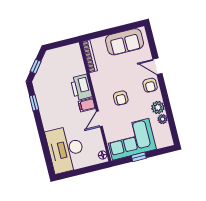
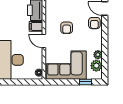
plant: (158, 107) -> (96, 66), moved
door: (99, 119) -> (44, 41), hinge flipped
window: (139, 157) -> (86, 82), moved

